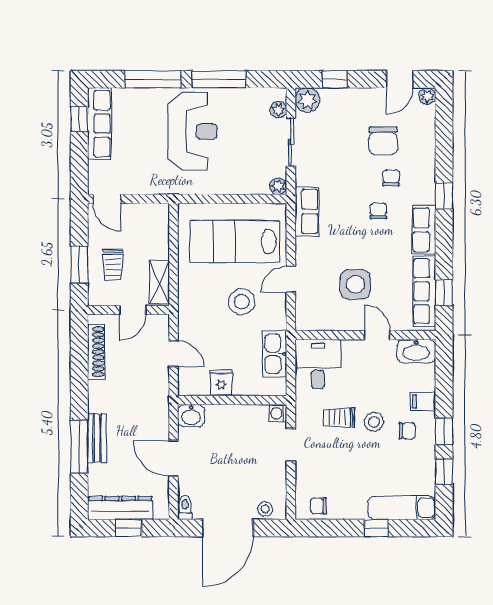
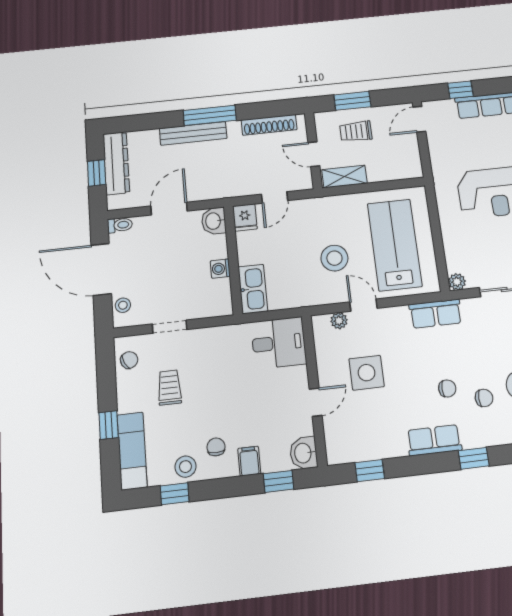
window: (79, 119) -> (460, 90), moved
row of seats: (424, 291) -> (368, 448), removed
plant: (303, 304) -> (339, 321), added
washbasin: (416, 351) -> (304, 453), width x0.72
kitchen sink: (274, 354) -> (253, 289), moved, turned 90
fridge: (221, 383) -> (245, 217), moved, turned 90
washing machine: (278, 413) -> (220, 269), moved, turned -90
trolley: (339, 417) -> (169, 387), moved
stool: (374, 422) -> (185, 467), moved
chair: (407, 431) -> (216, 447), turned 180
window: (444, 431) -> (279, 481), moved
bench: (97, 438) -> (193, 133), width x1.36
doorway: (291, 445) -> (170, 327), moved
window: (79, 447) -> (210, 115), moved
chair: (318, 506) -> (129, 360), turned 62

